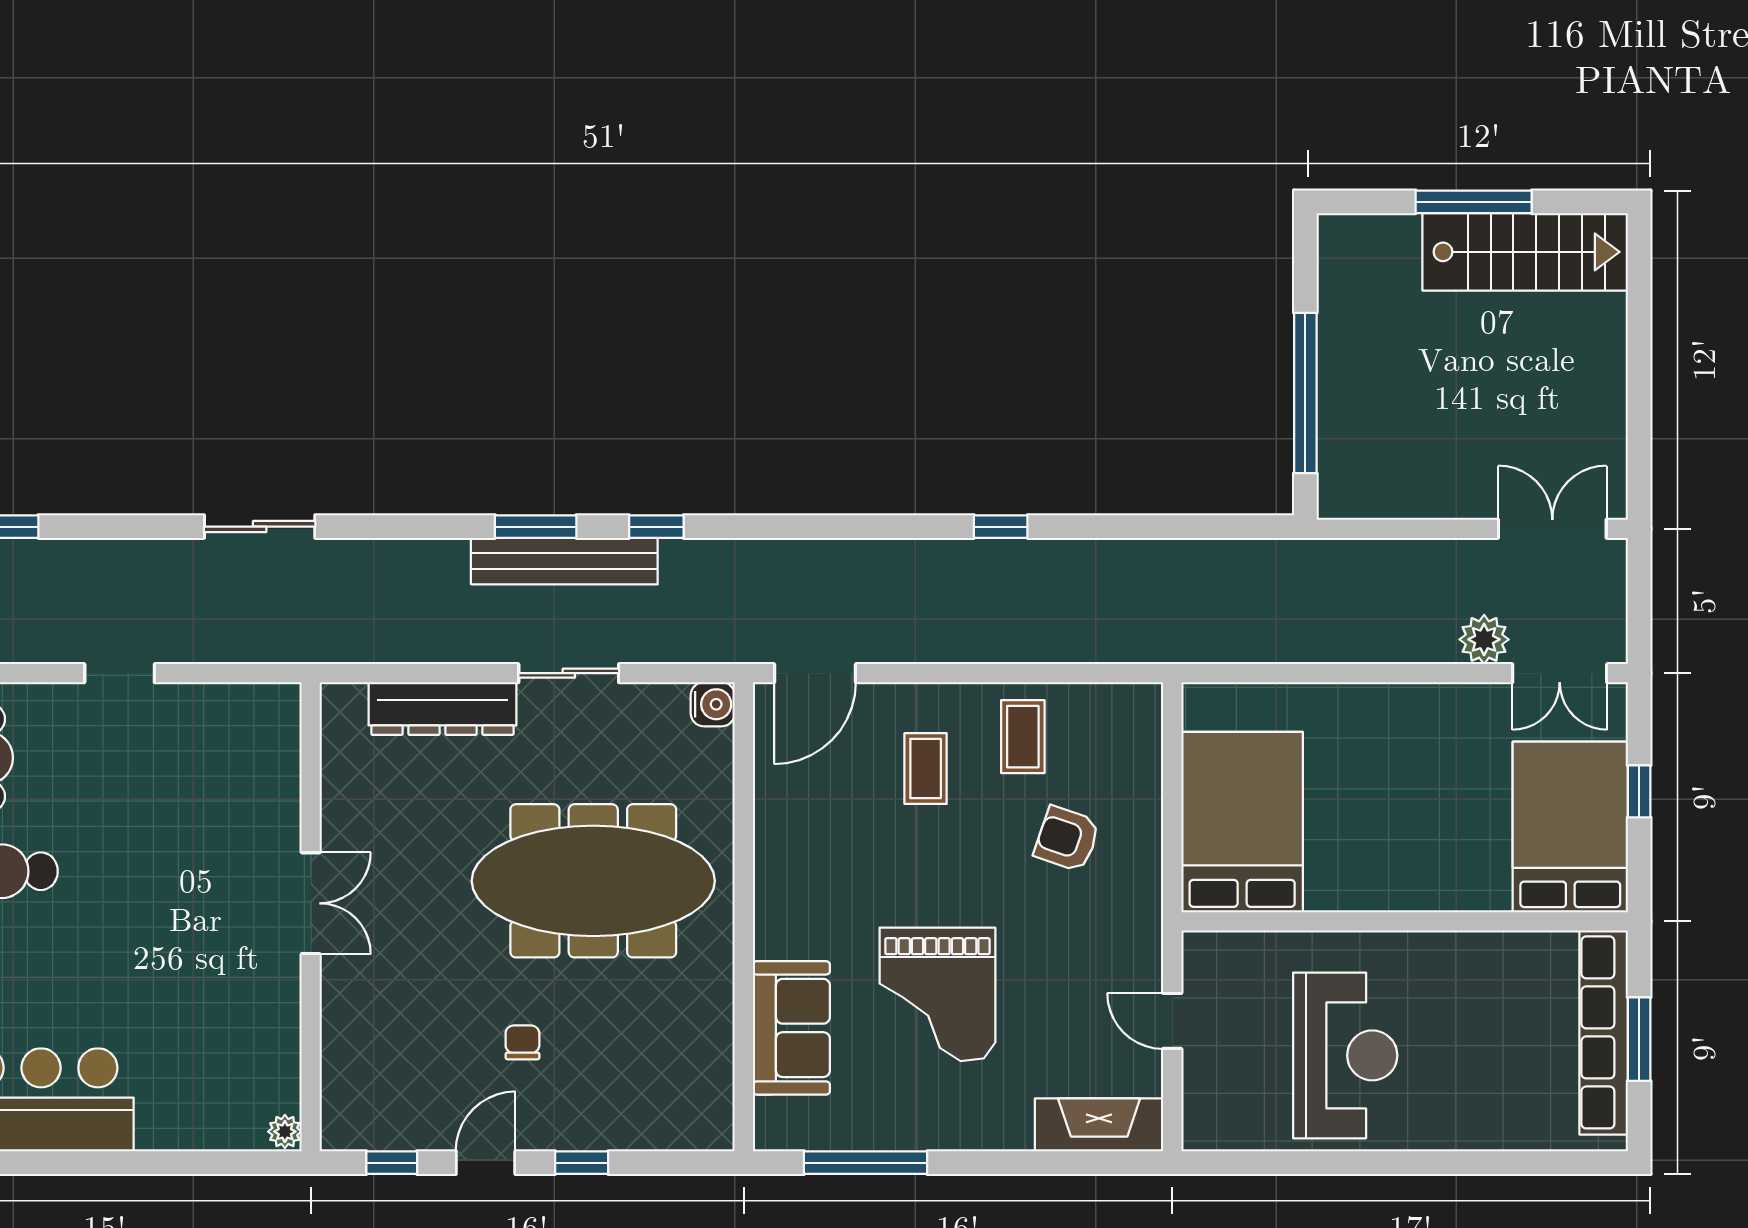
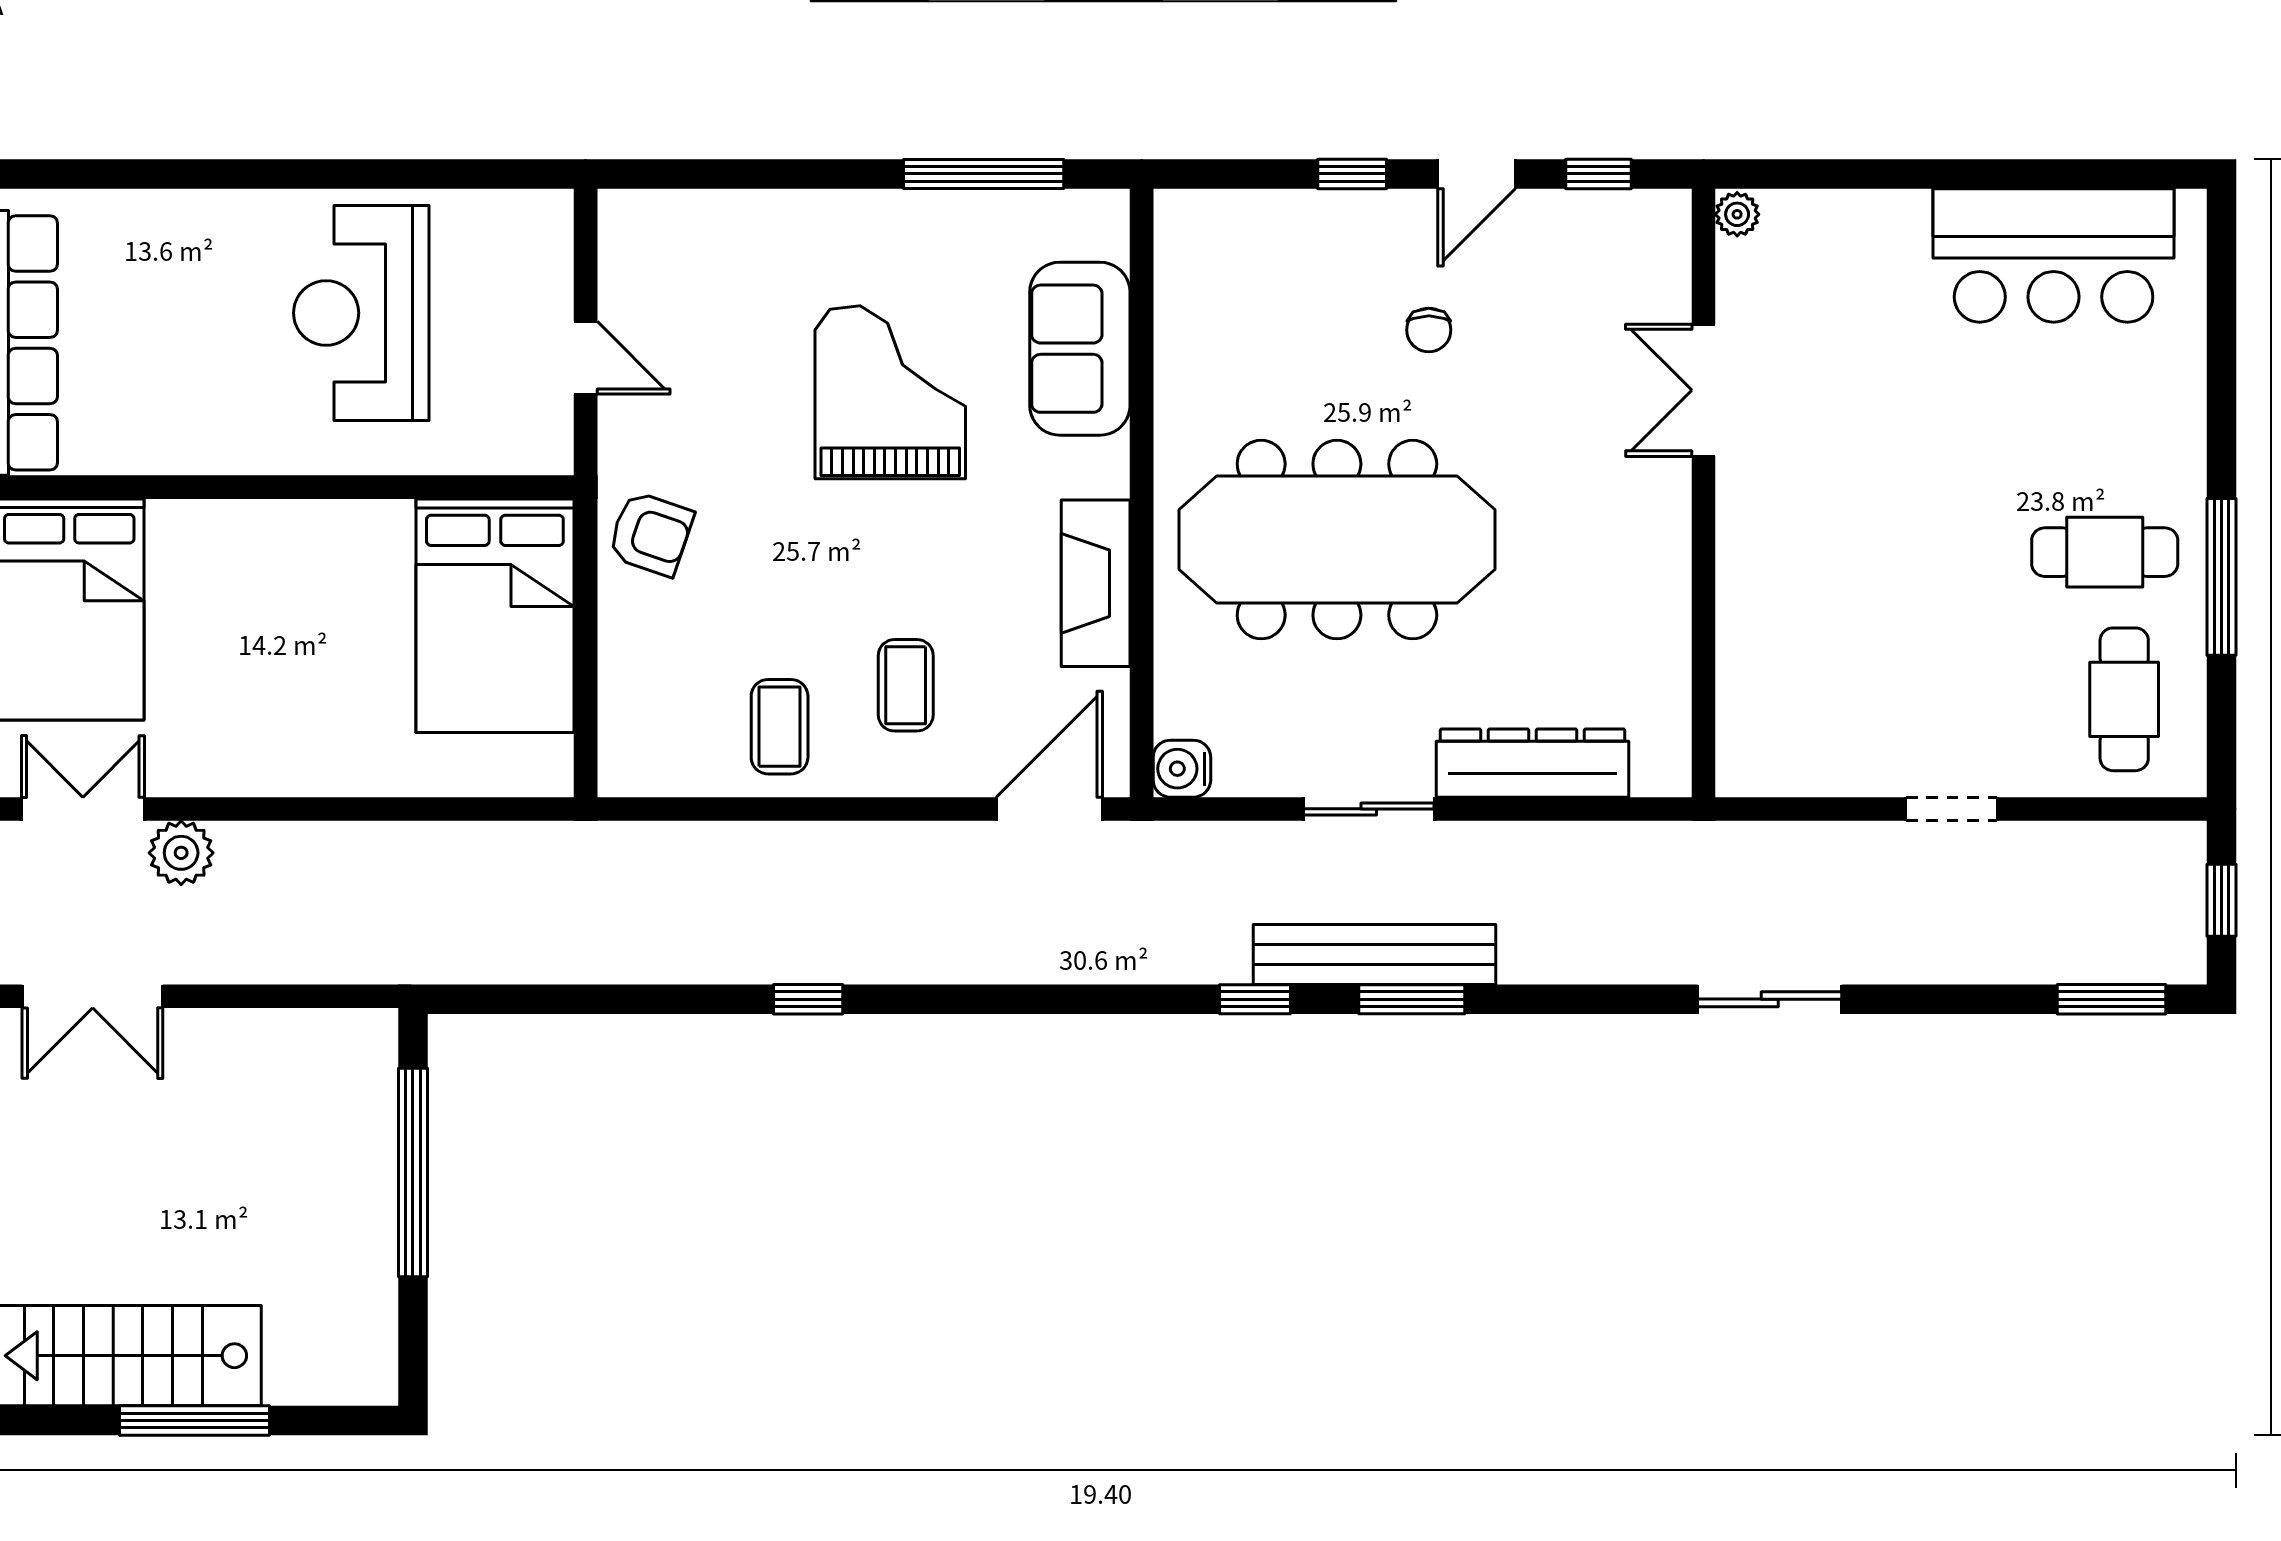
armchair: (1067, 839) -> (651, 534), moved
double door: (311, 903) -> (1703, 390), moved
fireplace: (1099, 1125) -> (1096, 583), moved, turned 90

